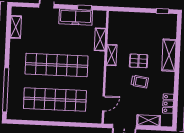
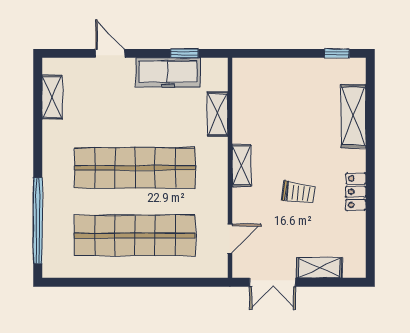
shelving: (112, 55) -> (241, 165), moved
shelving: (169, 55) -> (353, 116), moved
pallet: (139, 61) -> (294, 153), removed
locker: (168, 104) -> (356, 192), moved

